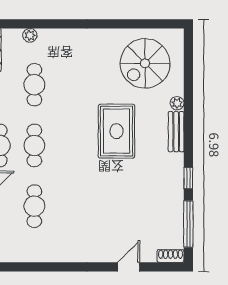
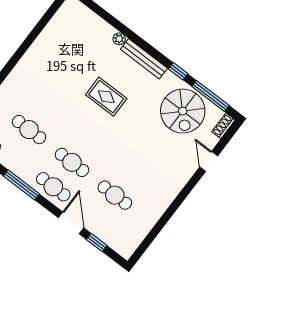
spiral stairs: (145, 63) -> (183, 111), moved
rug: (116, 131) -> (106, 97), width x0.73, depth x0.70
bench: (176, 132) -> (144, 59), width x1.36

